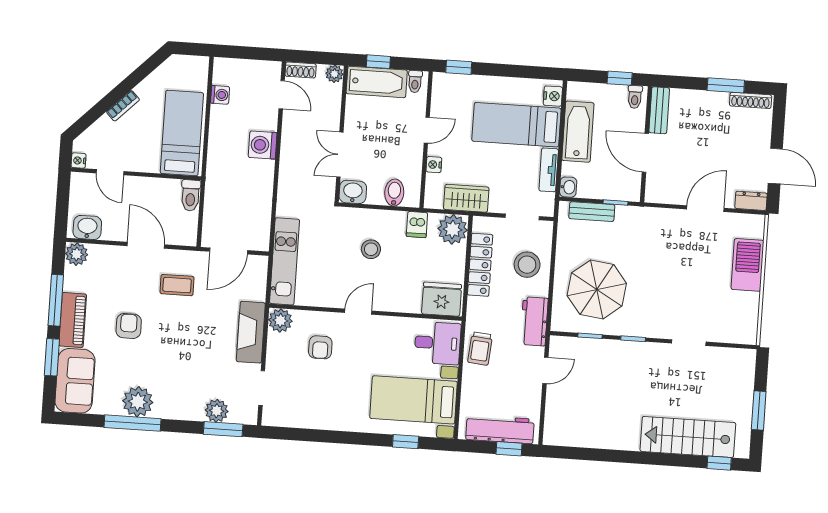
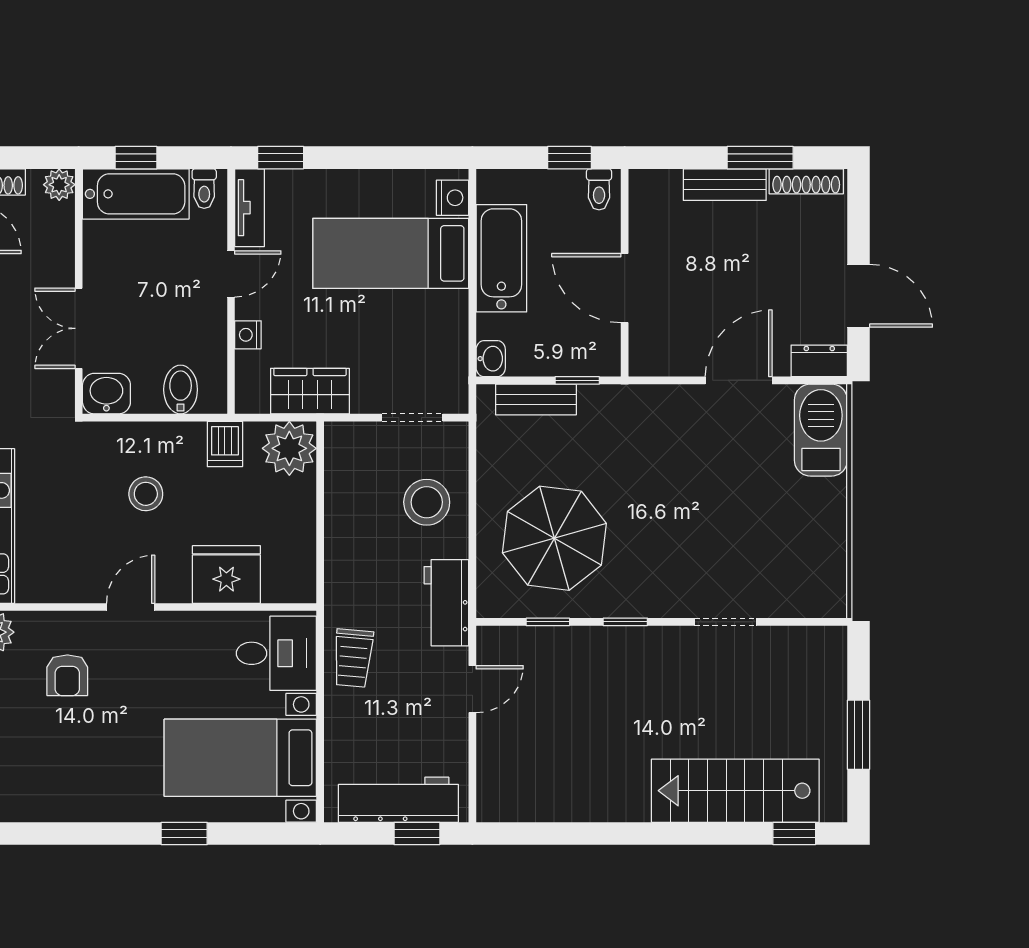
bench: (659, 110) -> (725, 185), moved, turned 90
tv unit: (549, 170) -> (250, 208), moved, turned 180
locker: (480, 265) -> (343, 508), removed
barbecue: (748, 265) -> (821, 430), moved
fridge: (442, 299) -> (226, 574), moved
window: (406, 442) -> (184, 833), moved

